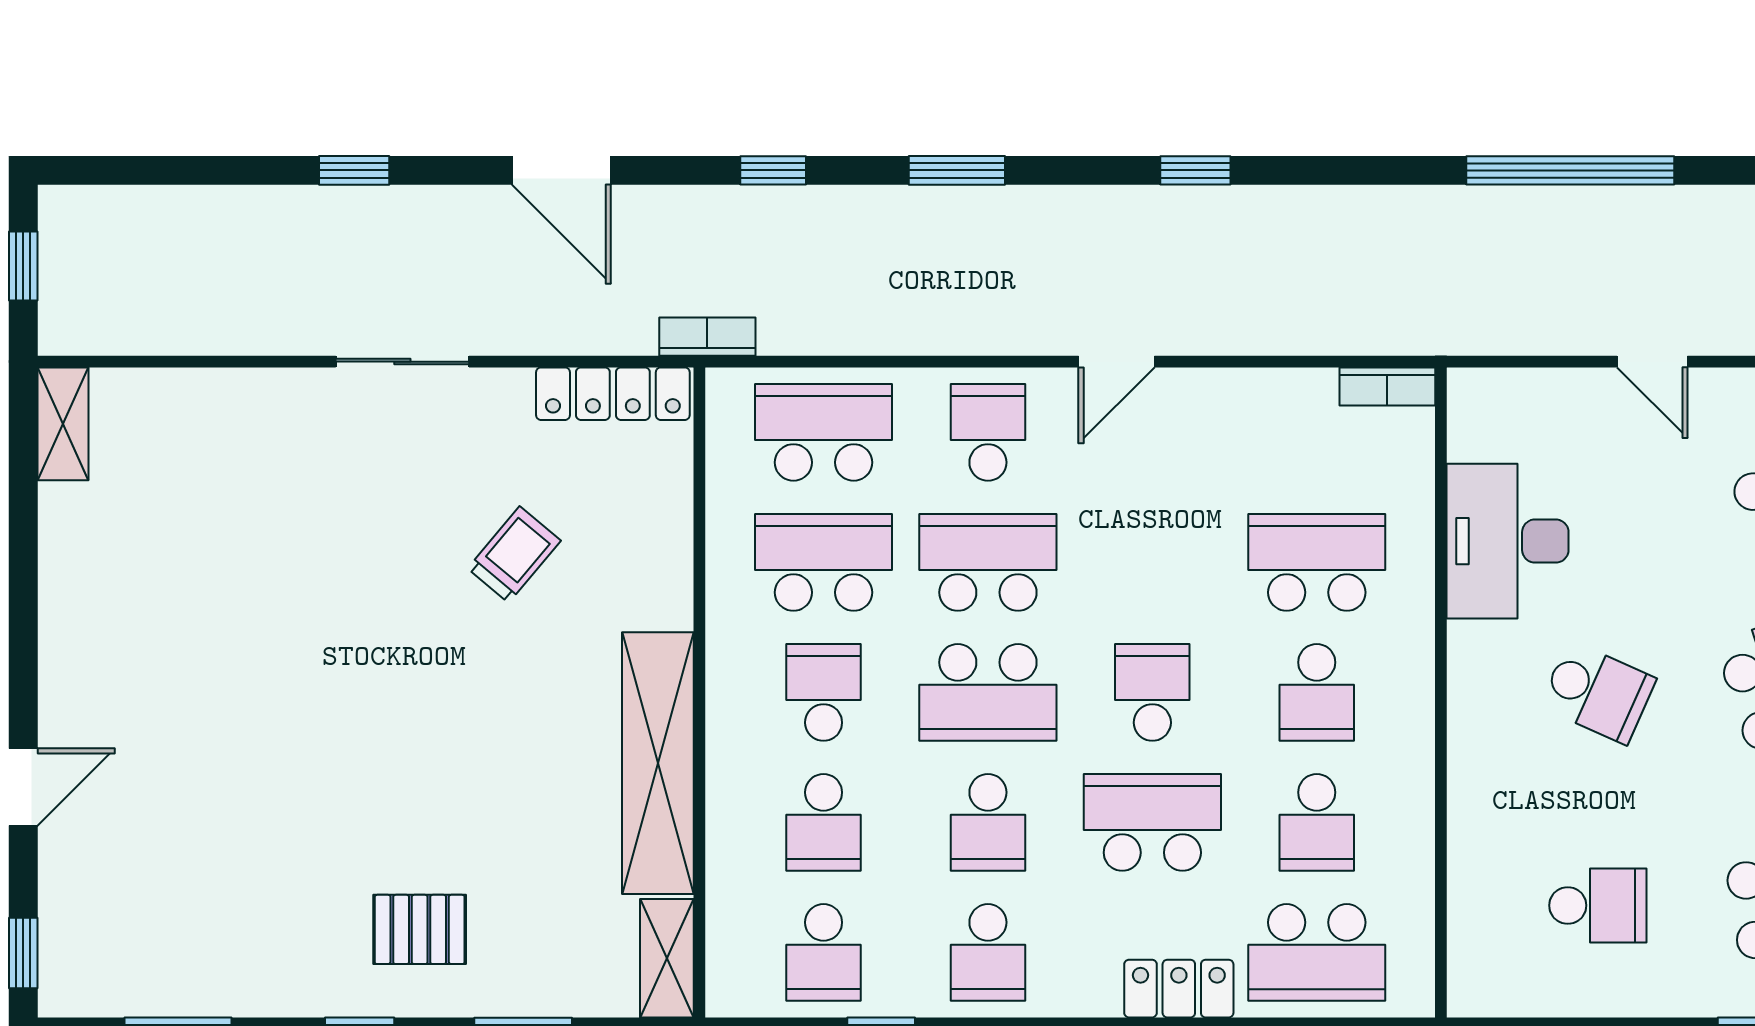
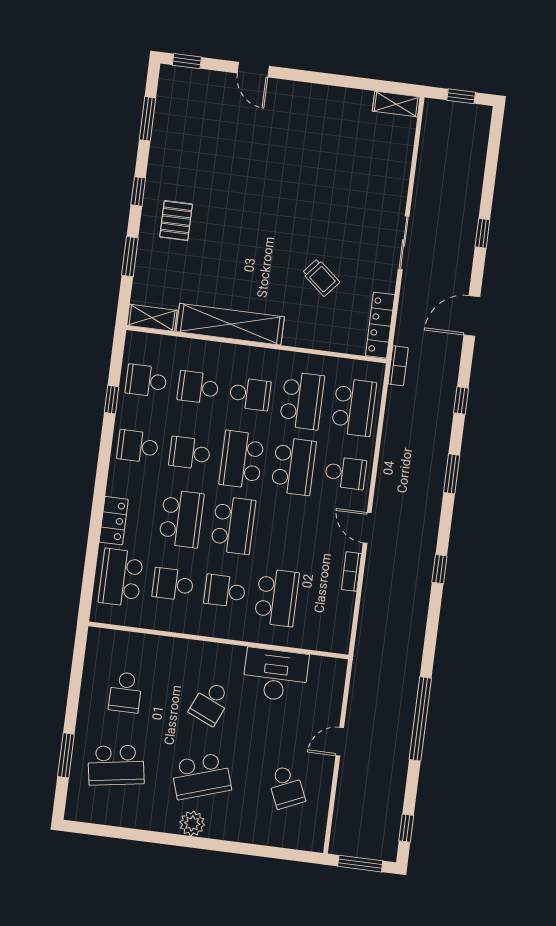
bookcase: (1387, 386) -> (351, 572), moved
school desk: (1152, 692) -> (233, 525), width x1.85

